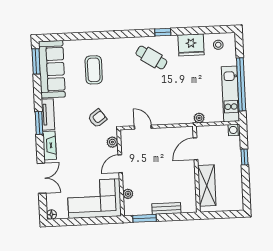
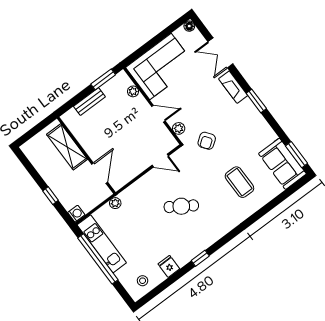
fridge: (191, 45) -> (169, 266), width x0.53, depth x0.75
cafe table: (151, 58) -> (181, 206), moved
sofa: (52, 69) -> (282, 164), width x0.73
tv unit: (48, 114) -> (254, 114), removed
door: (120, 164) -> (158, 114), hinge flipped

